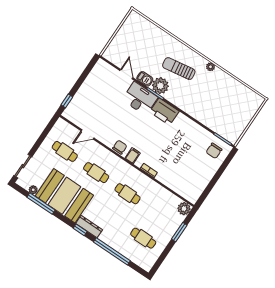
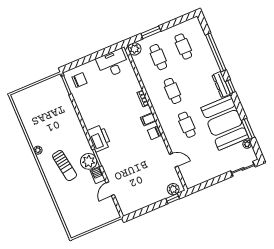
desk: (140, 98) -> (113, 63), moved, turned 90
plant: (72, 109) -> (173, 189), added
cafe table: (65, 151) -> (158, 57), moved
window: (41, 204) -> (248, 129), width x0.69

